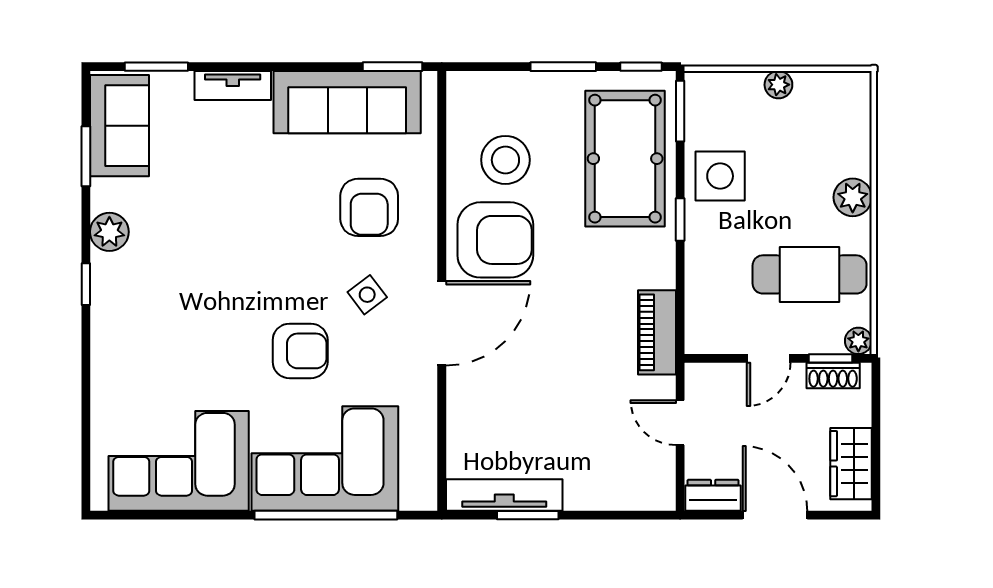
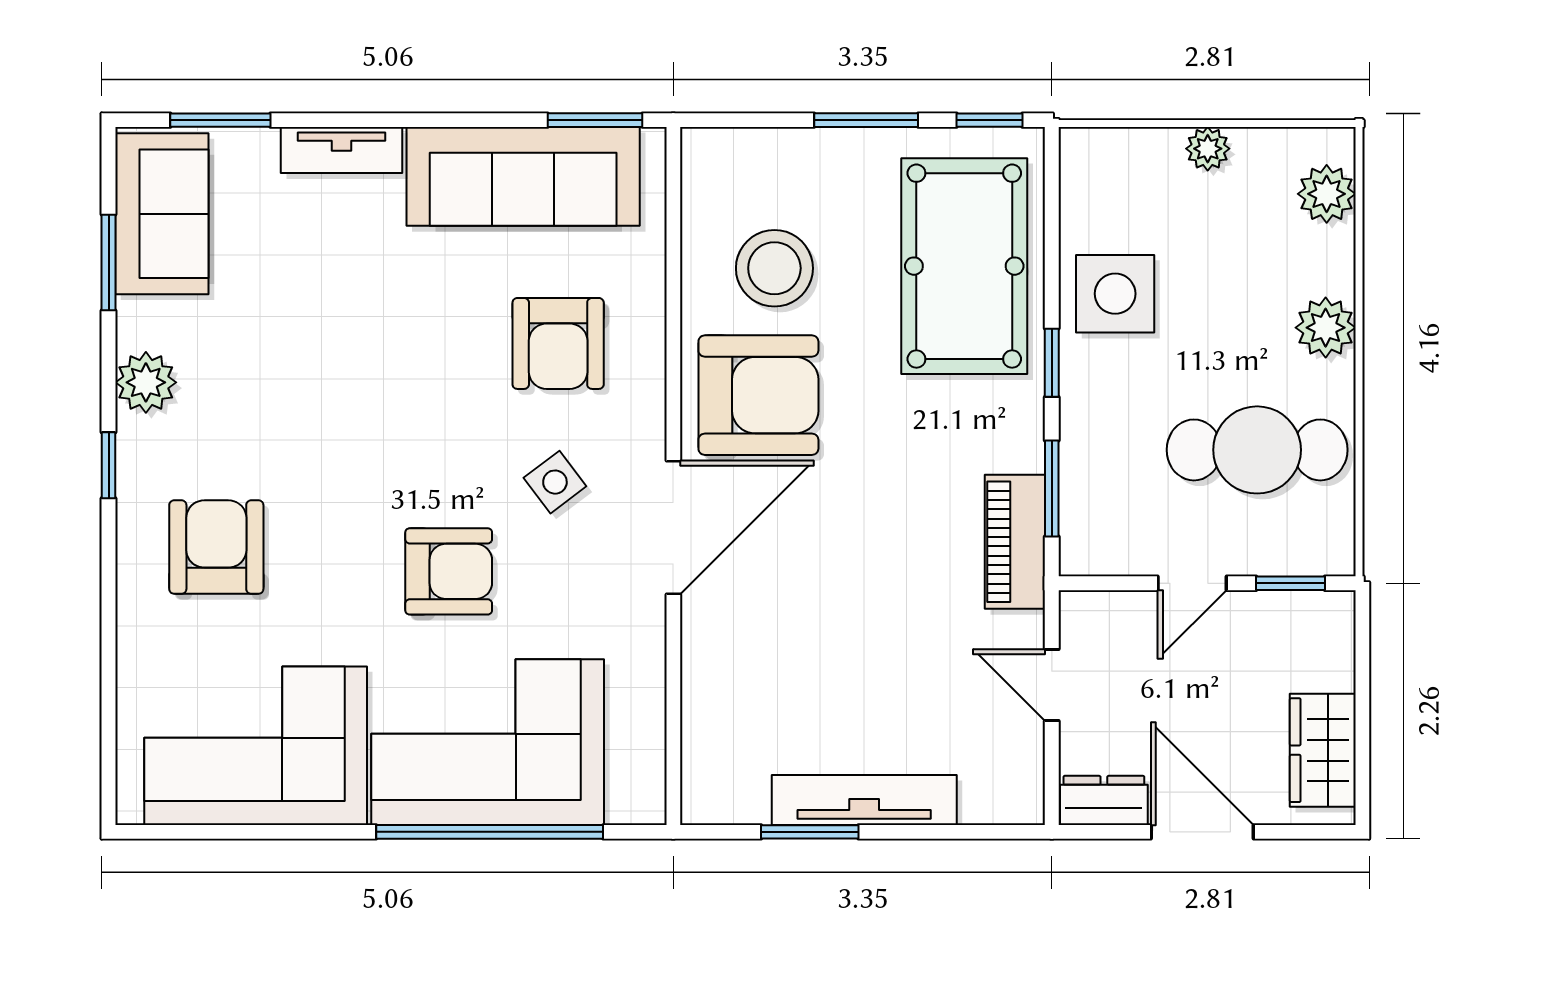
window: (680, 111) -> (1052, 488), moved
armchair: (154, 336) -> (216, 547), added
plant: (858, 341) -> (1327, 194), moved, width x1.38, depth x1.38
shoe rack: (833, 376) -> (1294, 610), removed
tv unit: (504, 495) -> (864, 800), moved

